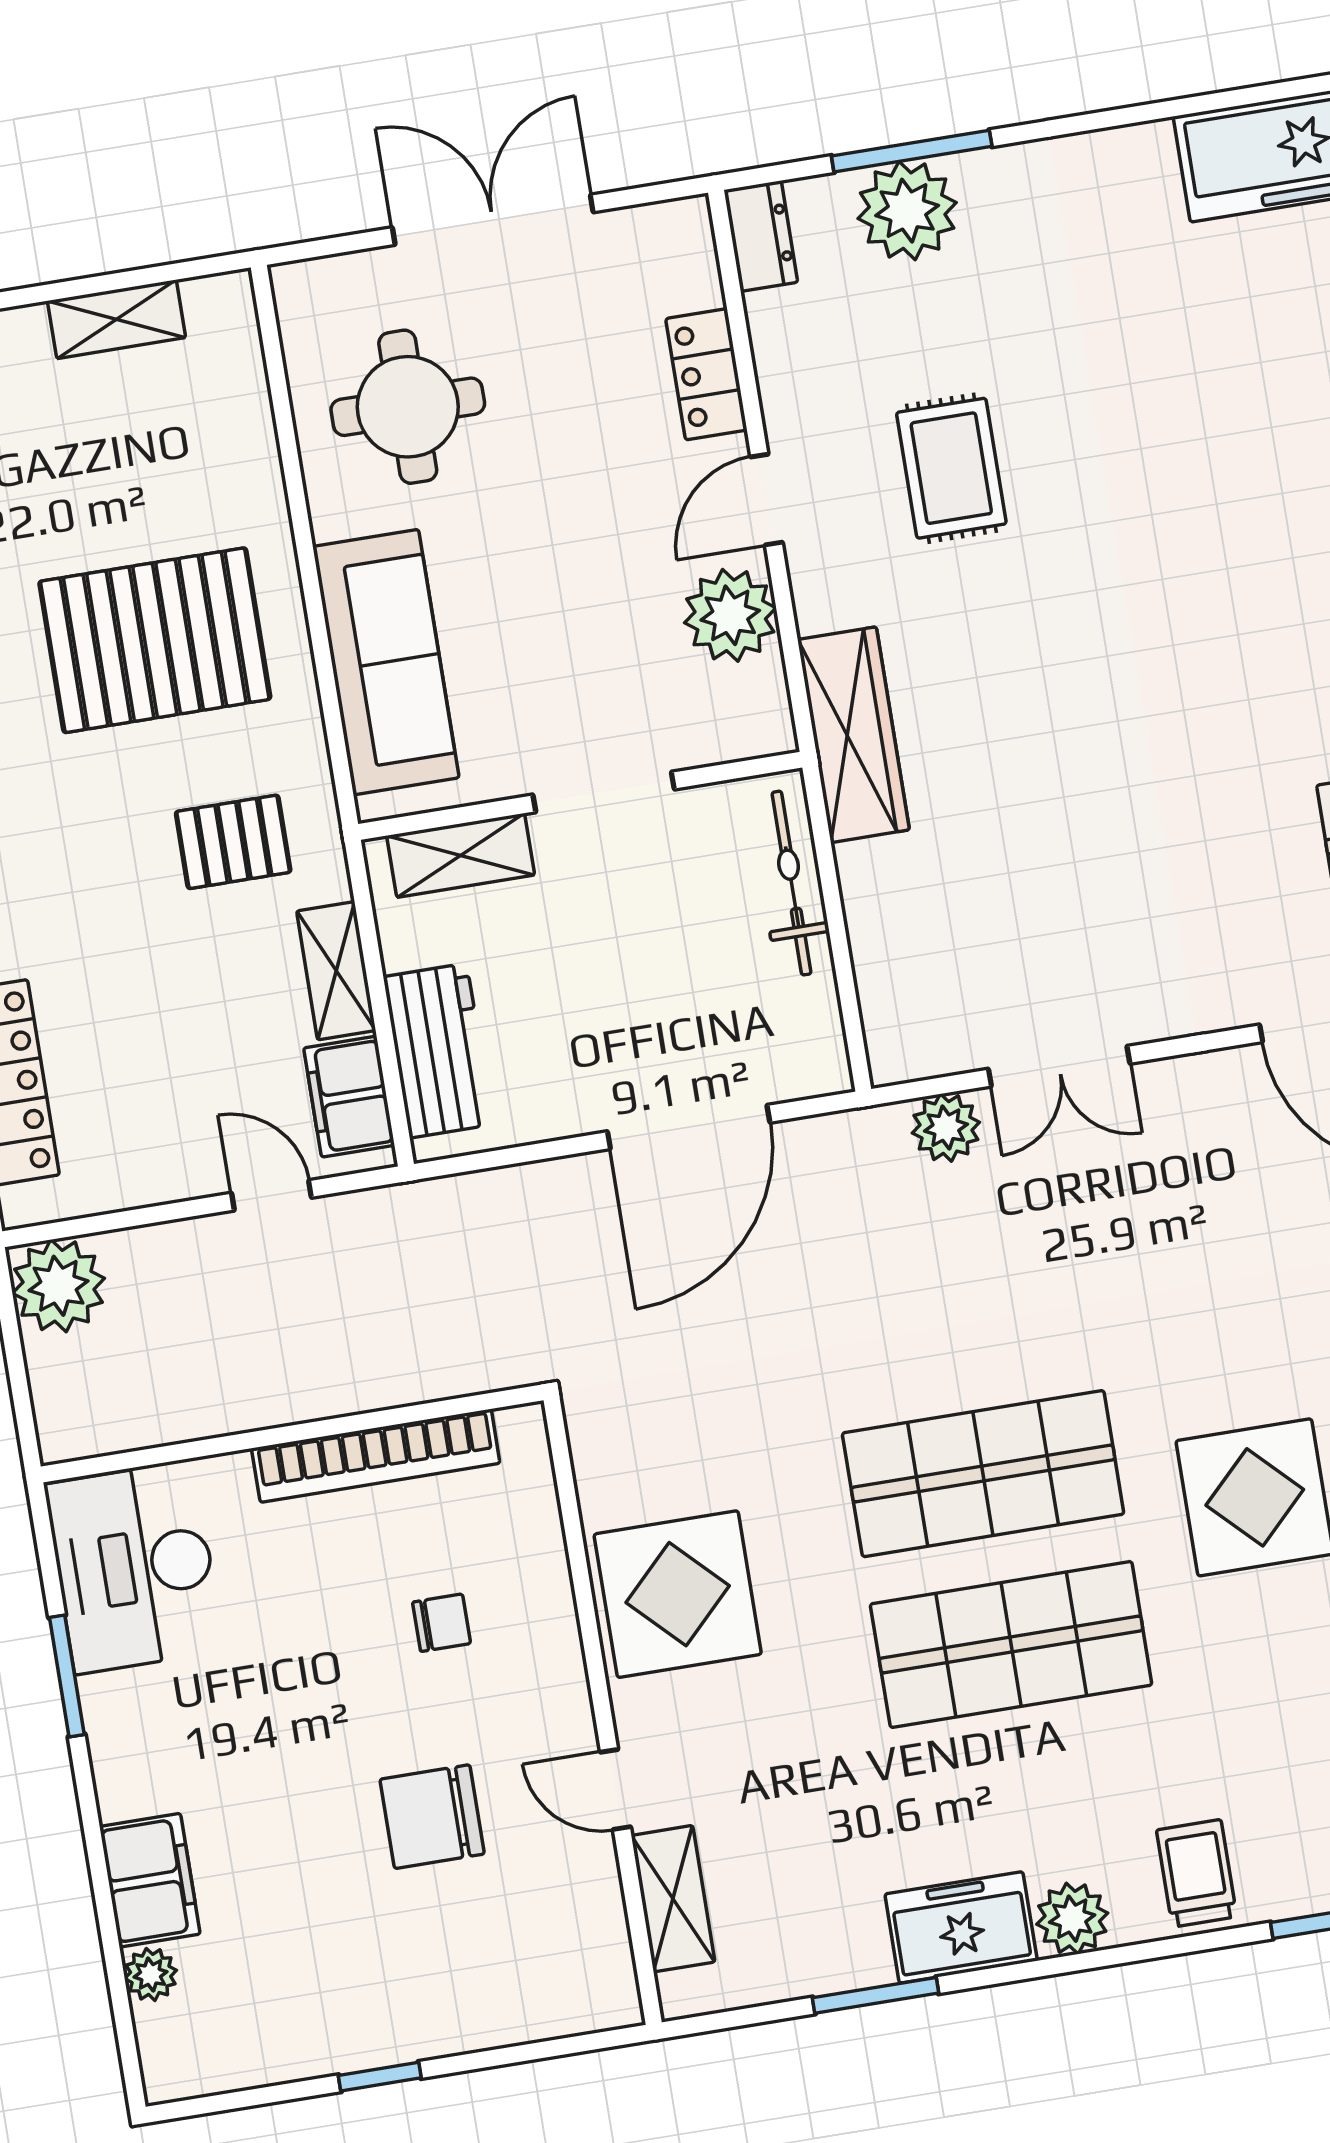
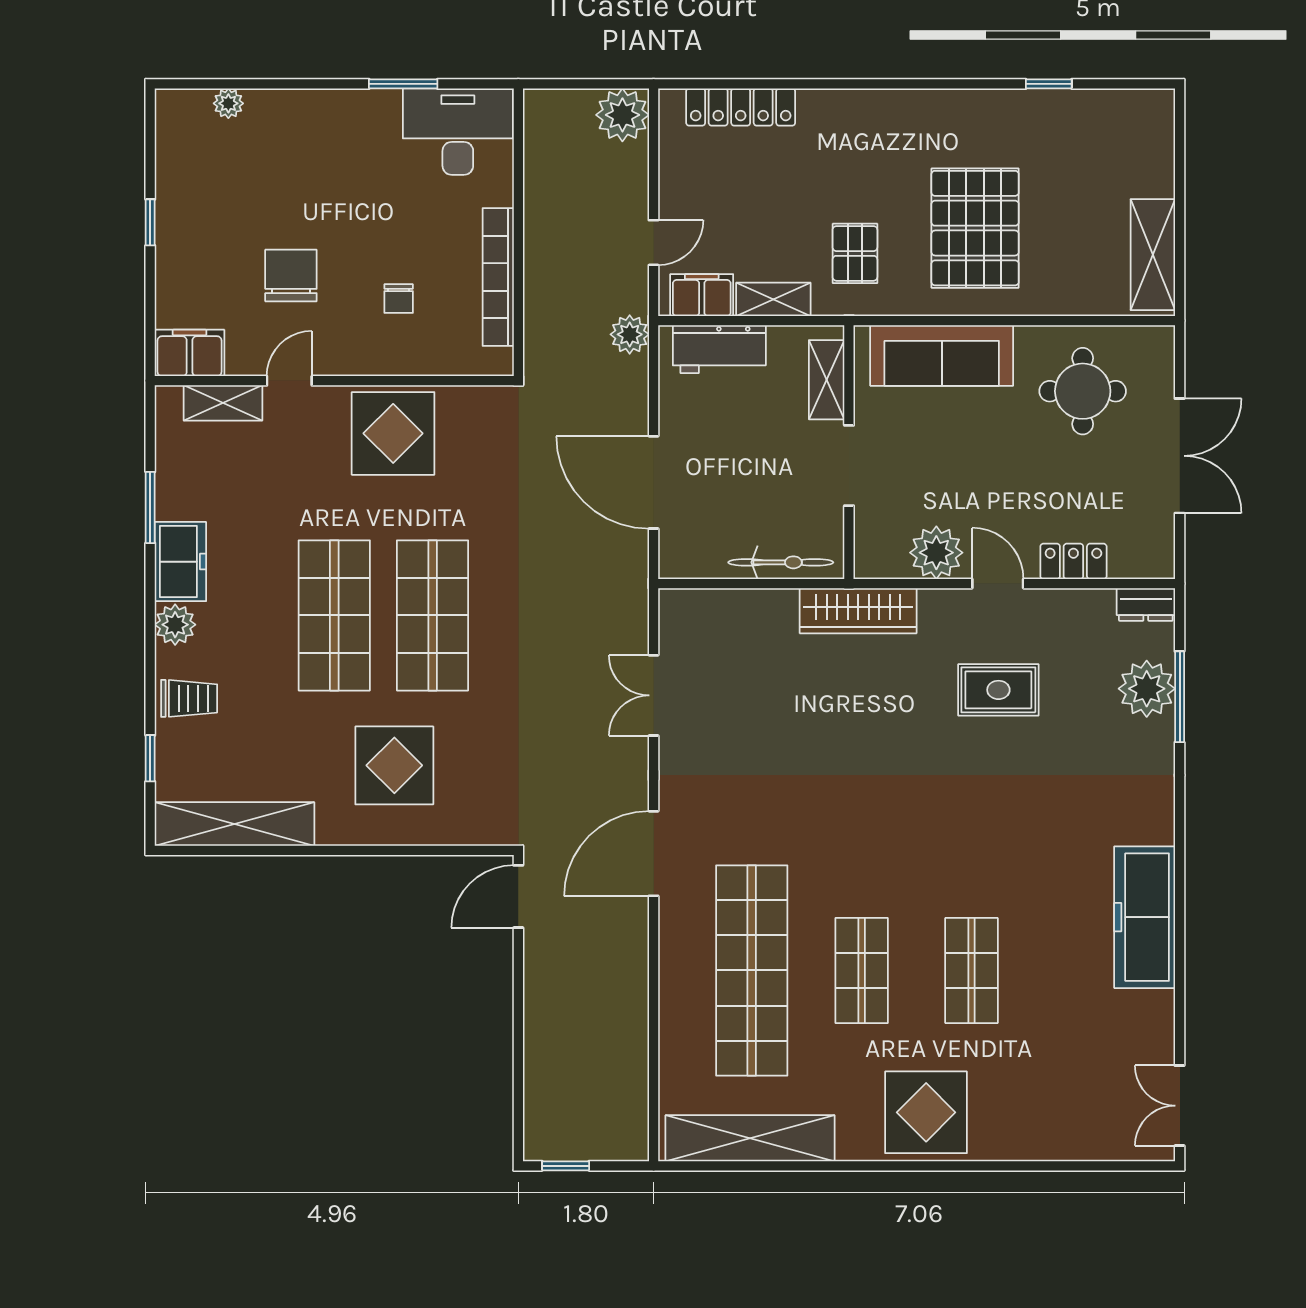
shelving: (116, 319) -> (1153, 255), width x1.50, depth x1.33
plant: (946, 1128) -> (630, 334), moved
filing cabinet: (150, 1880) -> (190, 353), moved, turned 180

